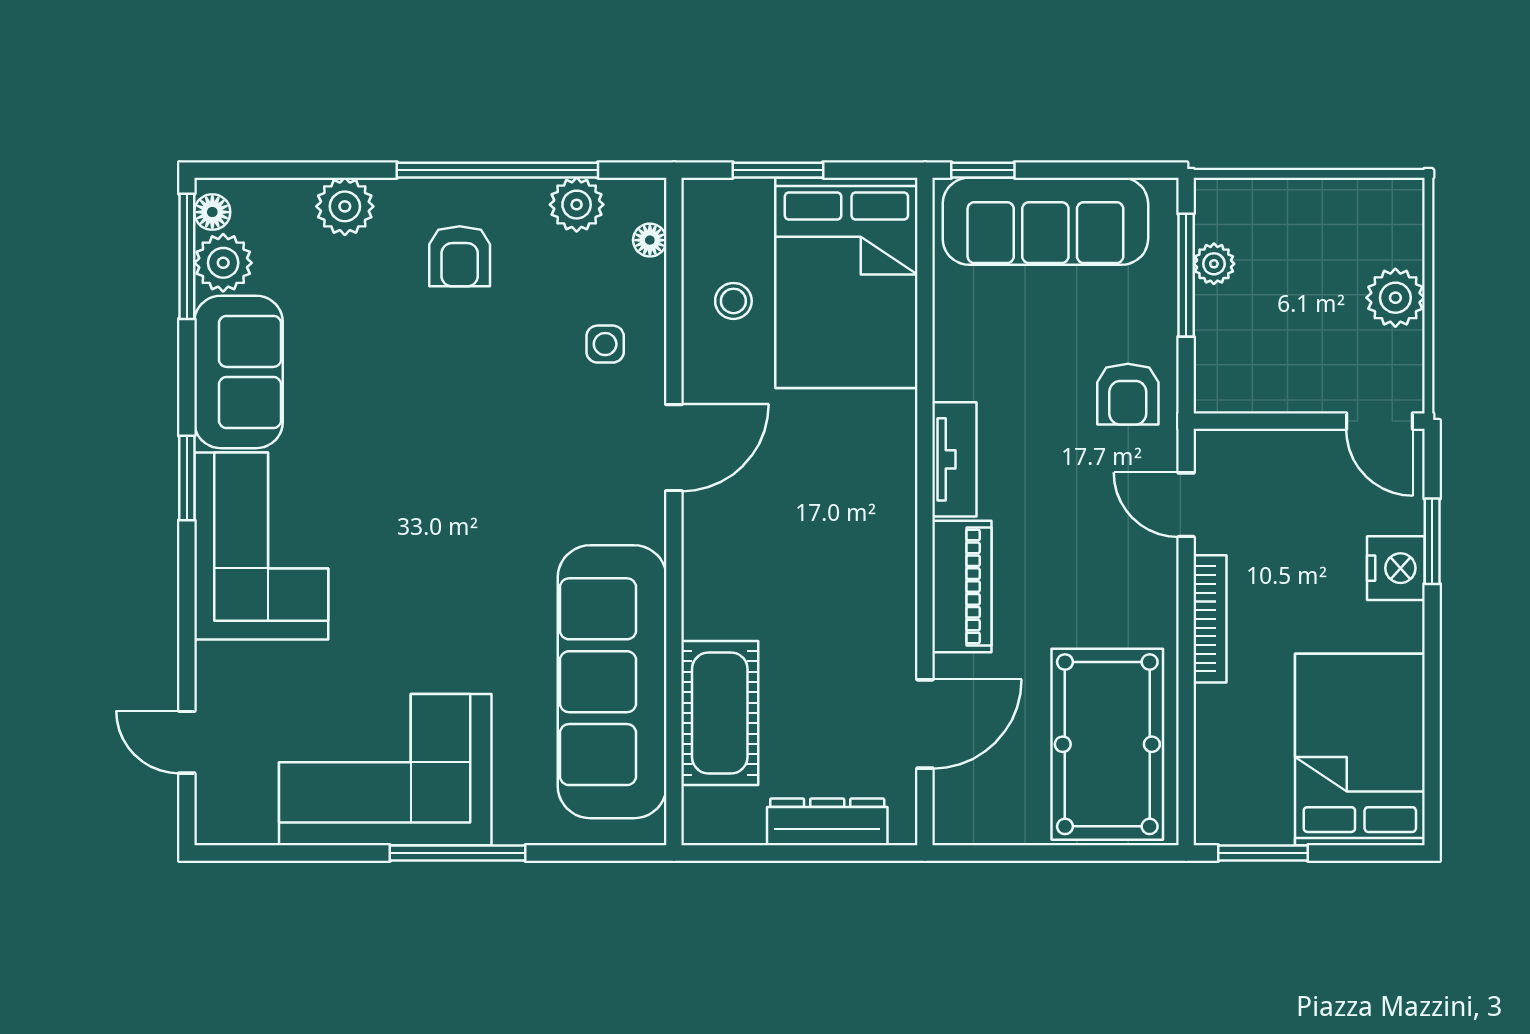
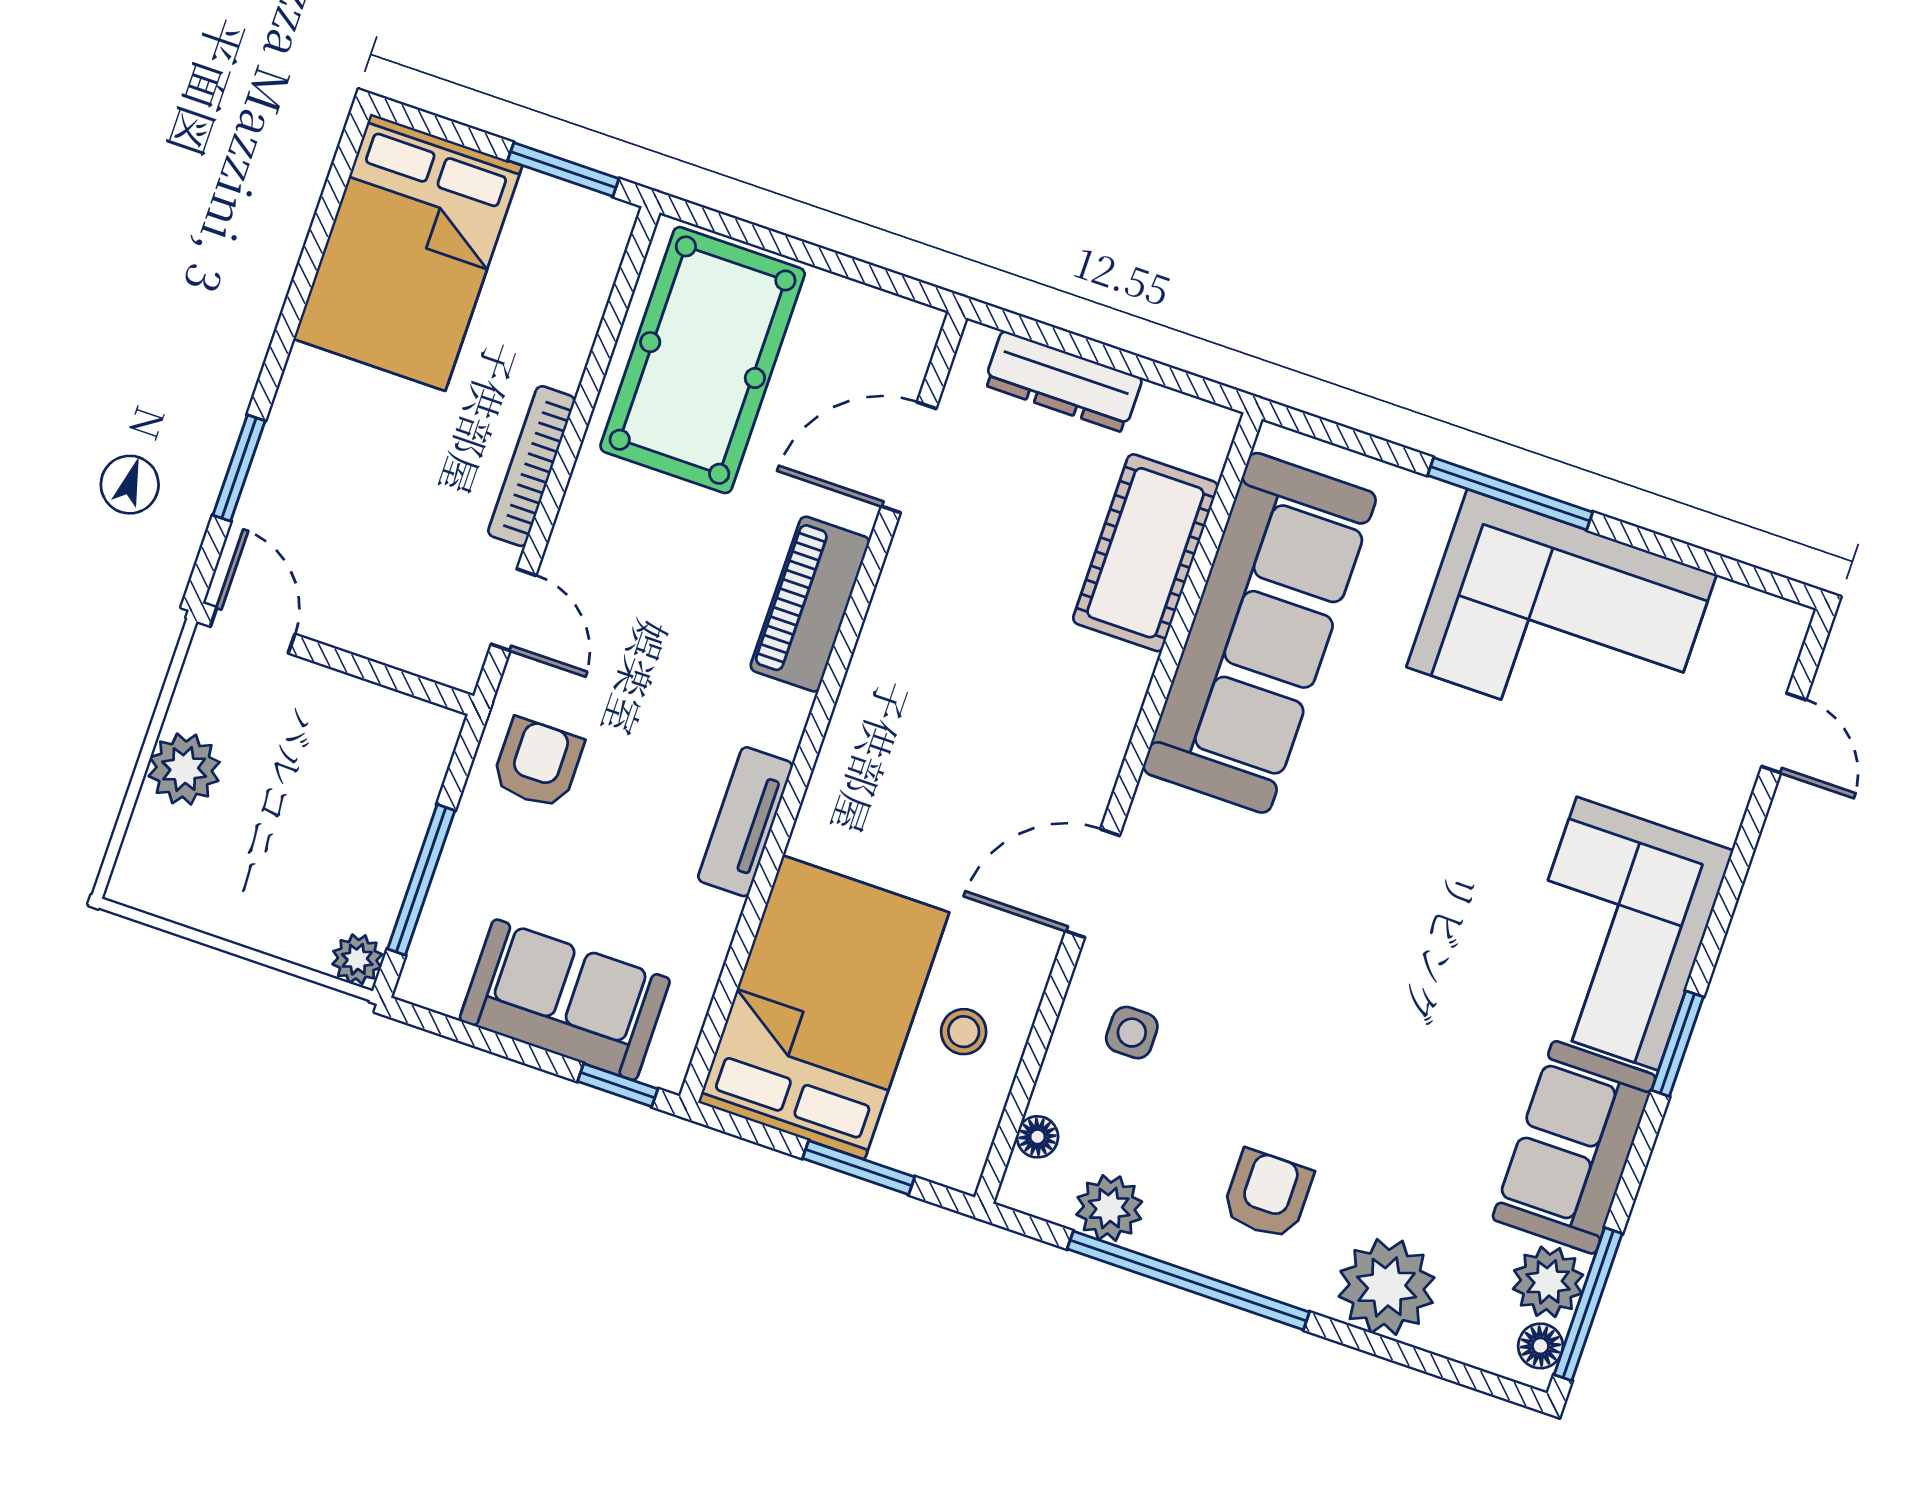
plant: (345, 206) -> (1387, 1287), width x1.36, depth x1.36
sofa: (1045, 221) -> (565, 1000), width x0.73
plant: (1214, 264) -> (357, 959), moved
tv unit: (954, 459) -> (745, 822), moved
nightstand: (1396, 568) -> (292, 451), removed

